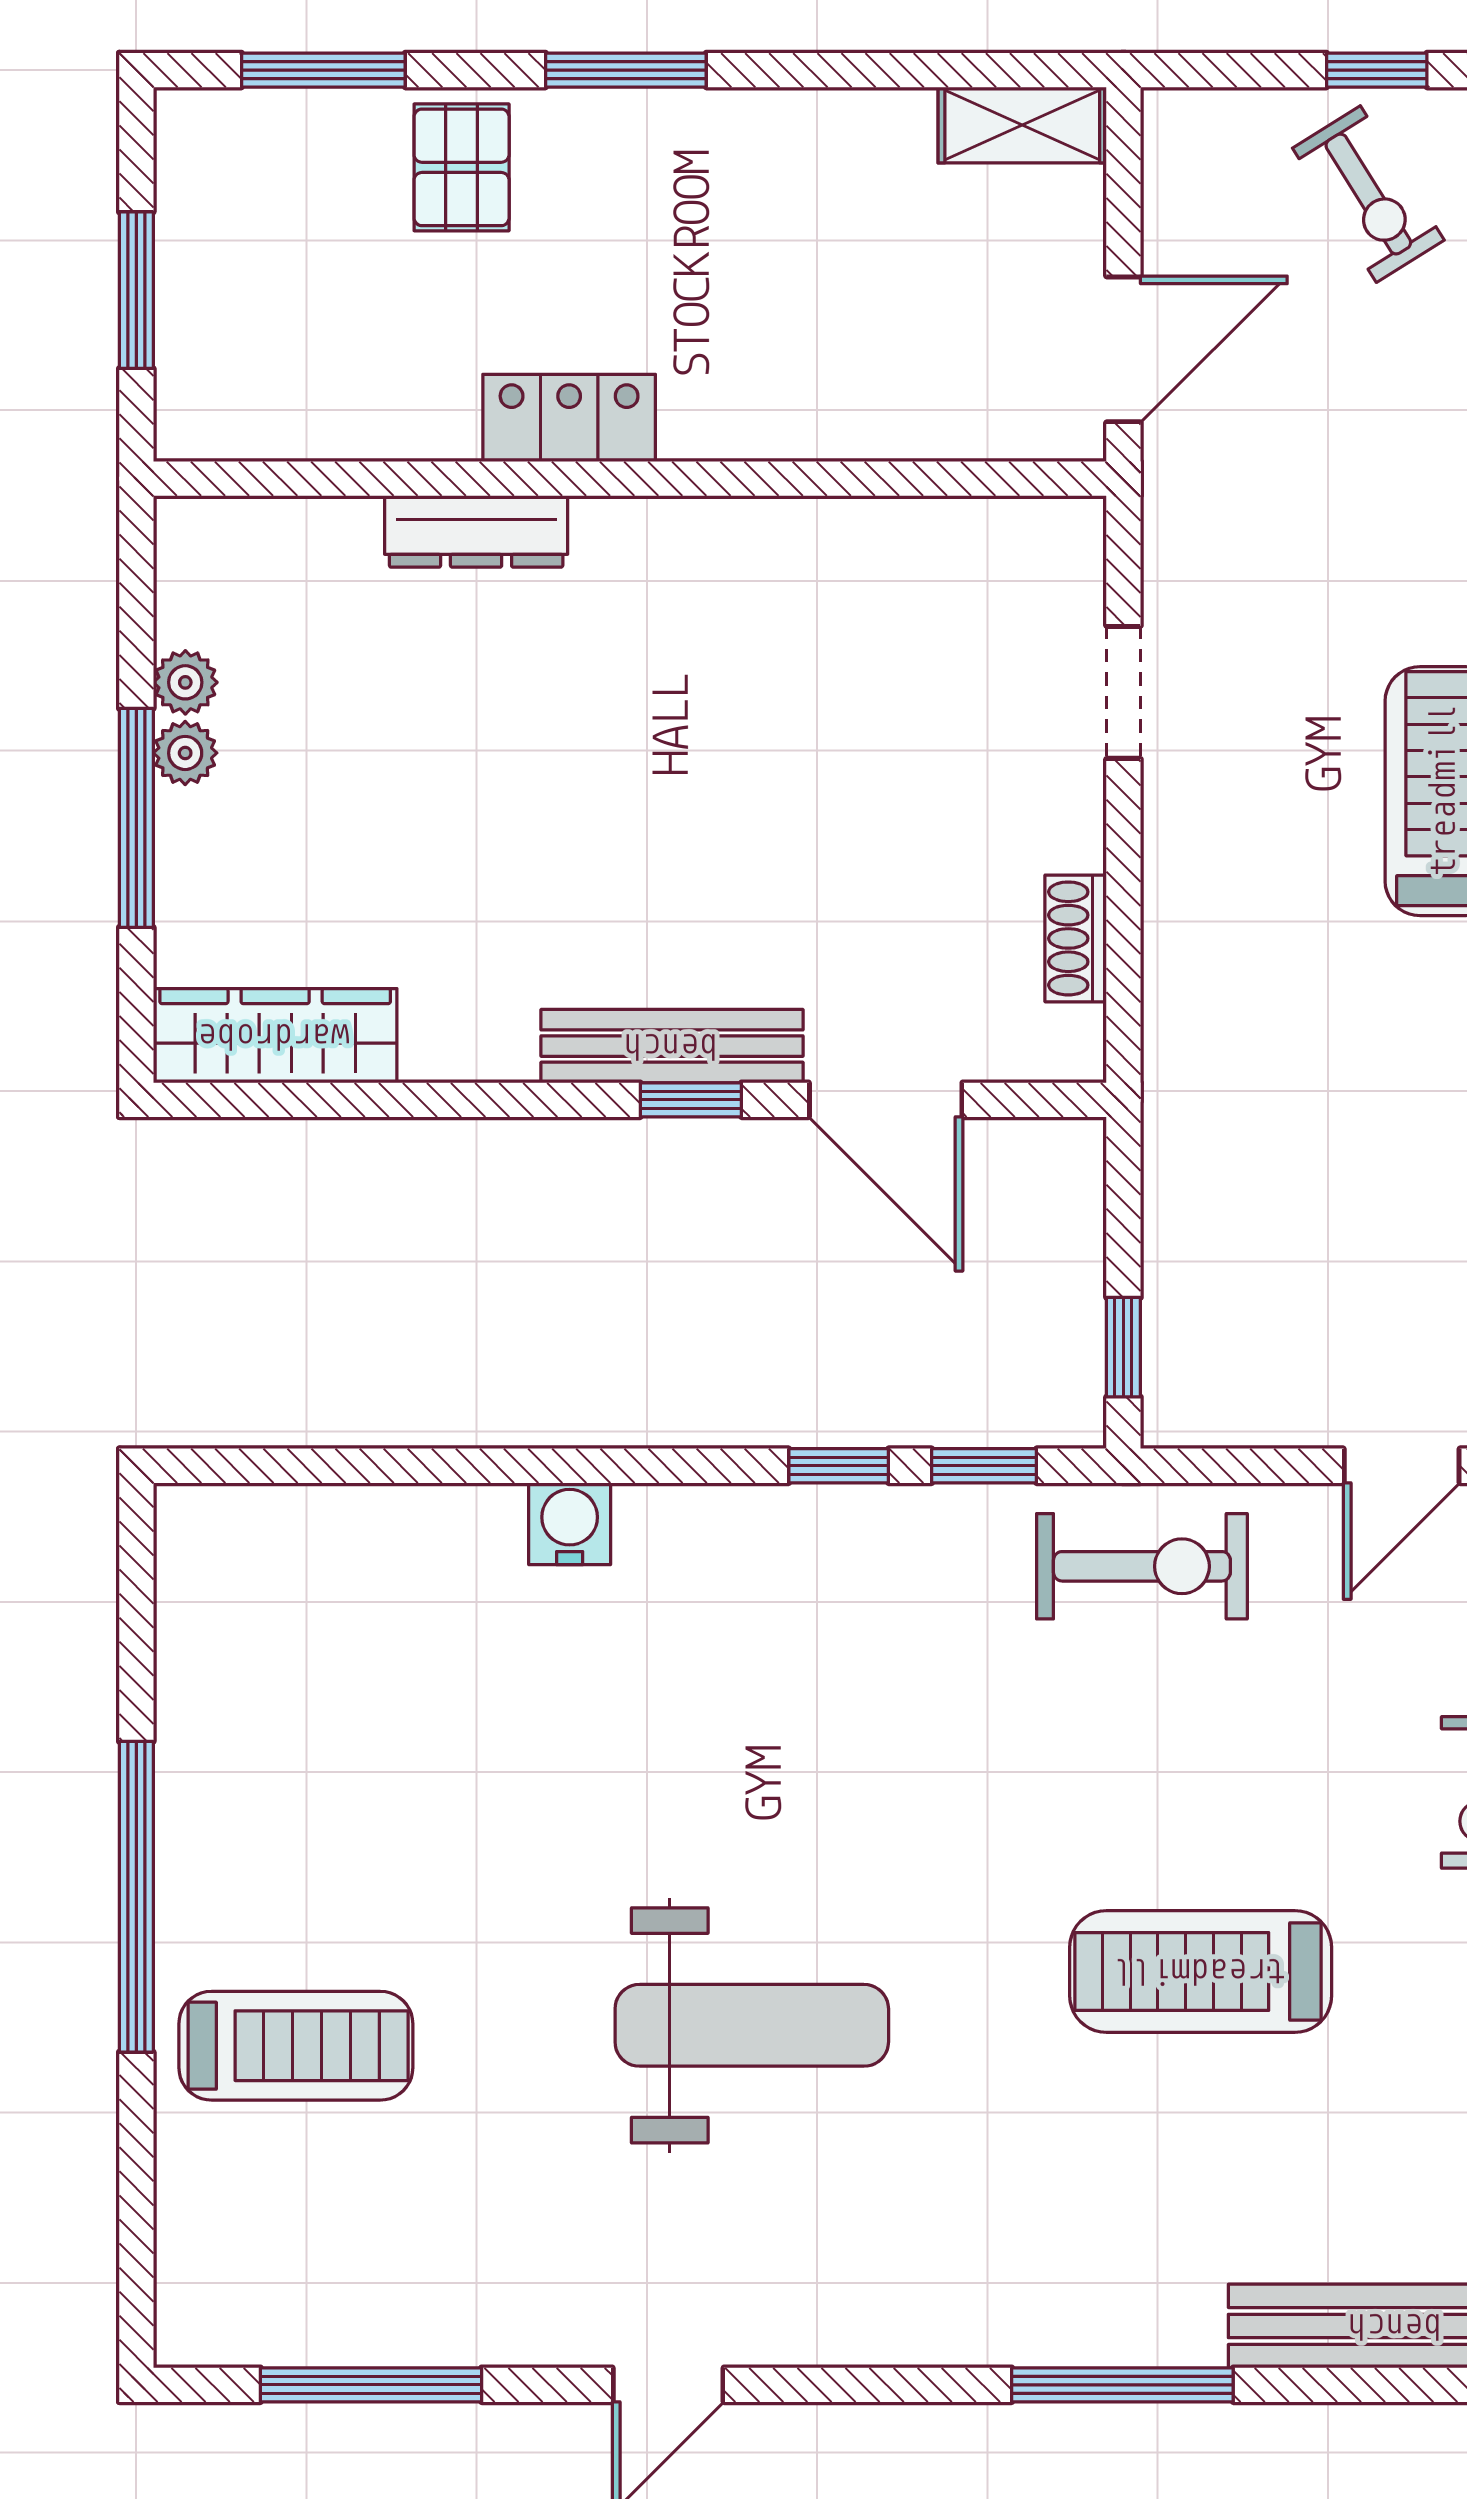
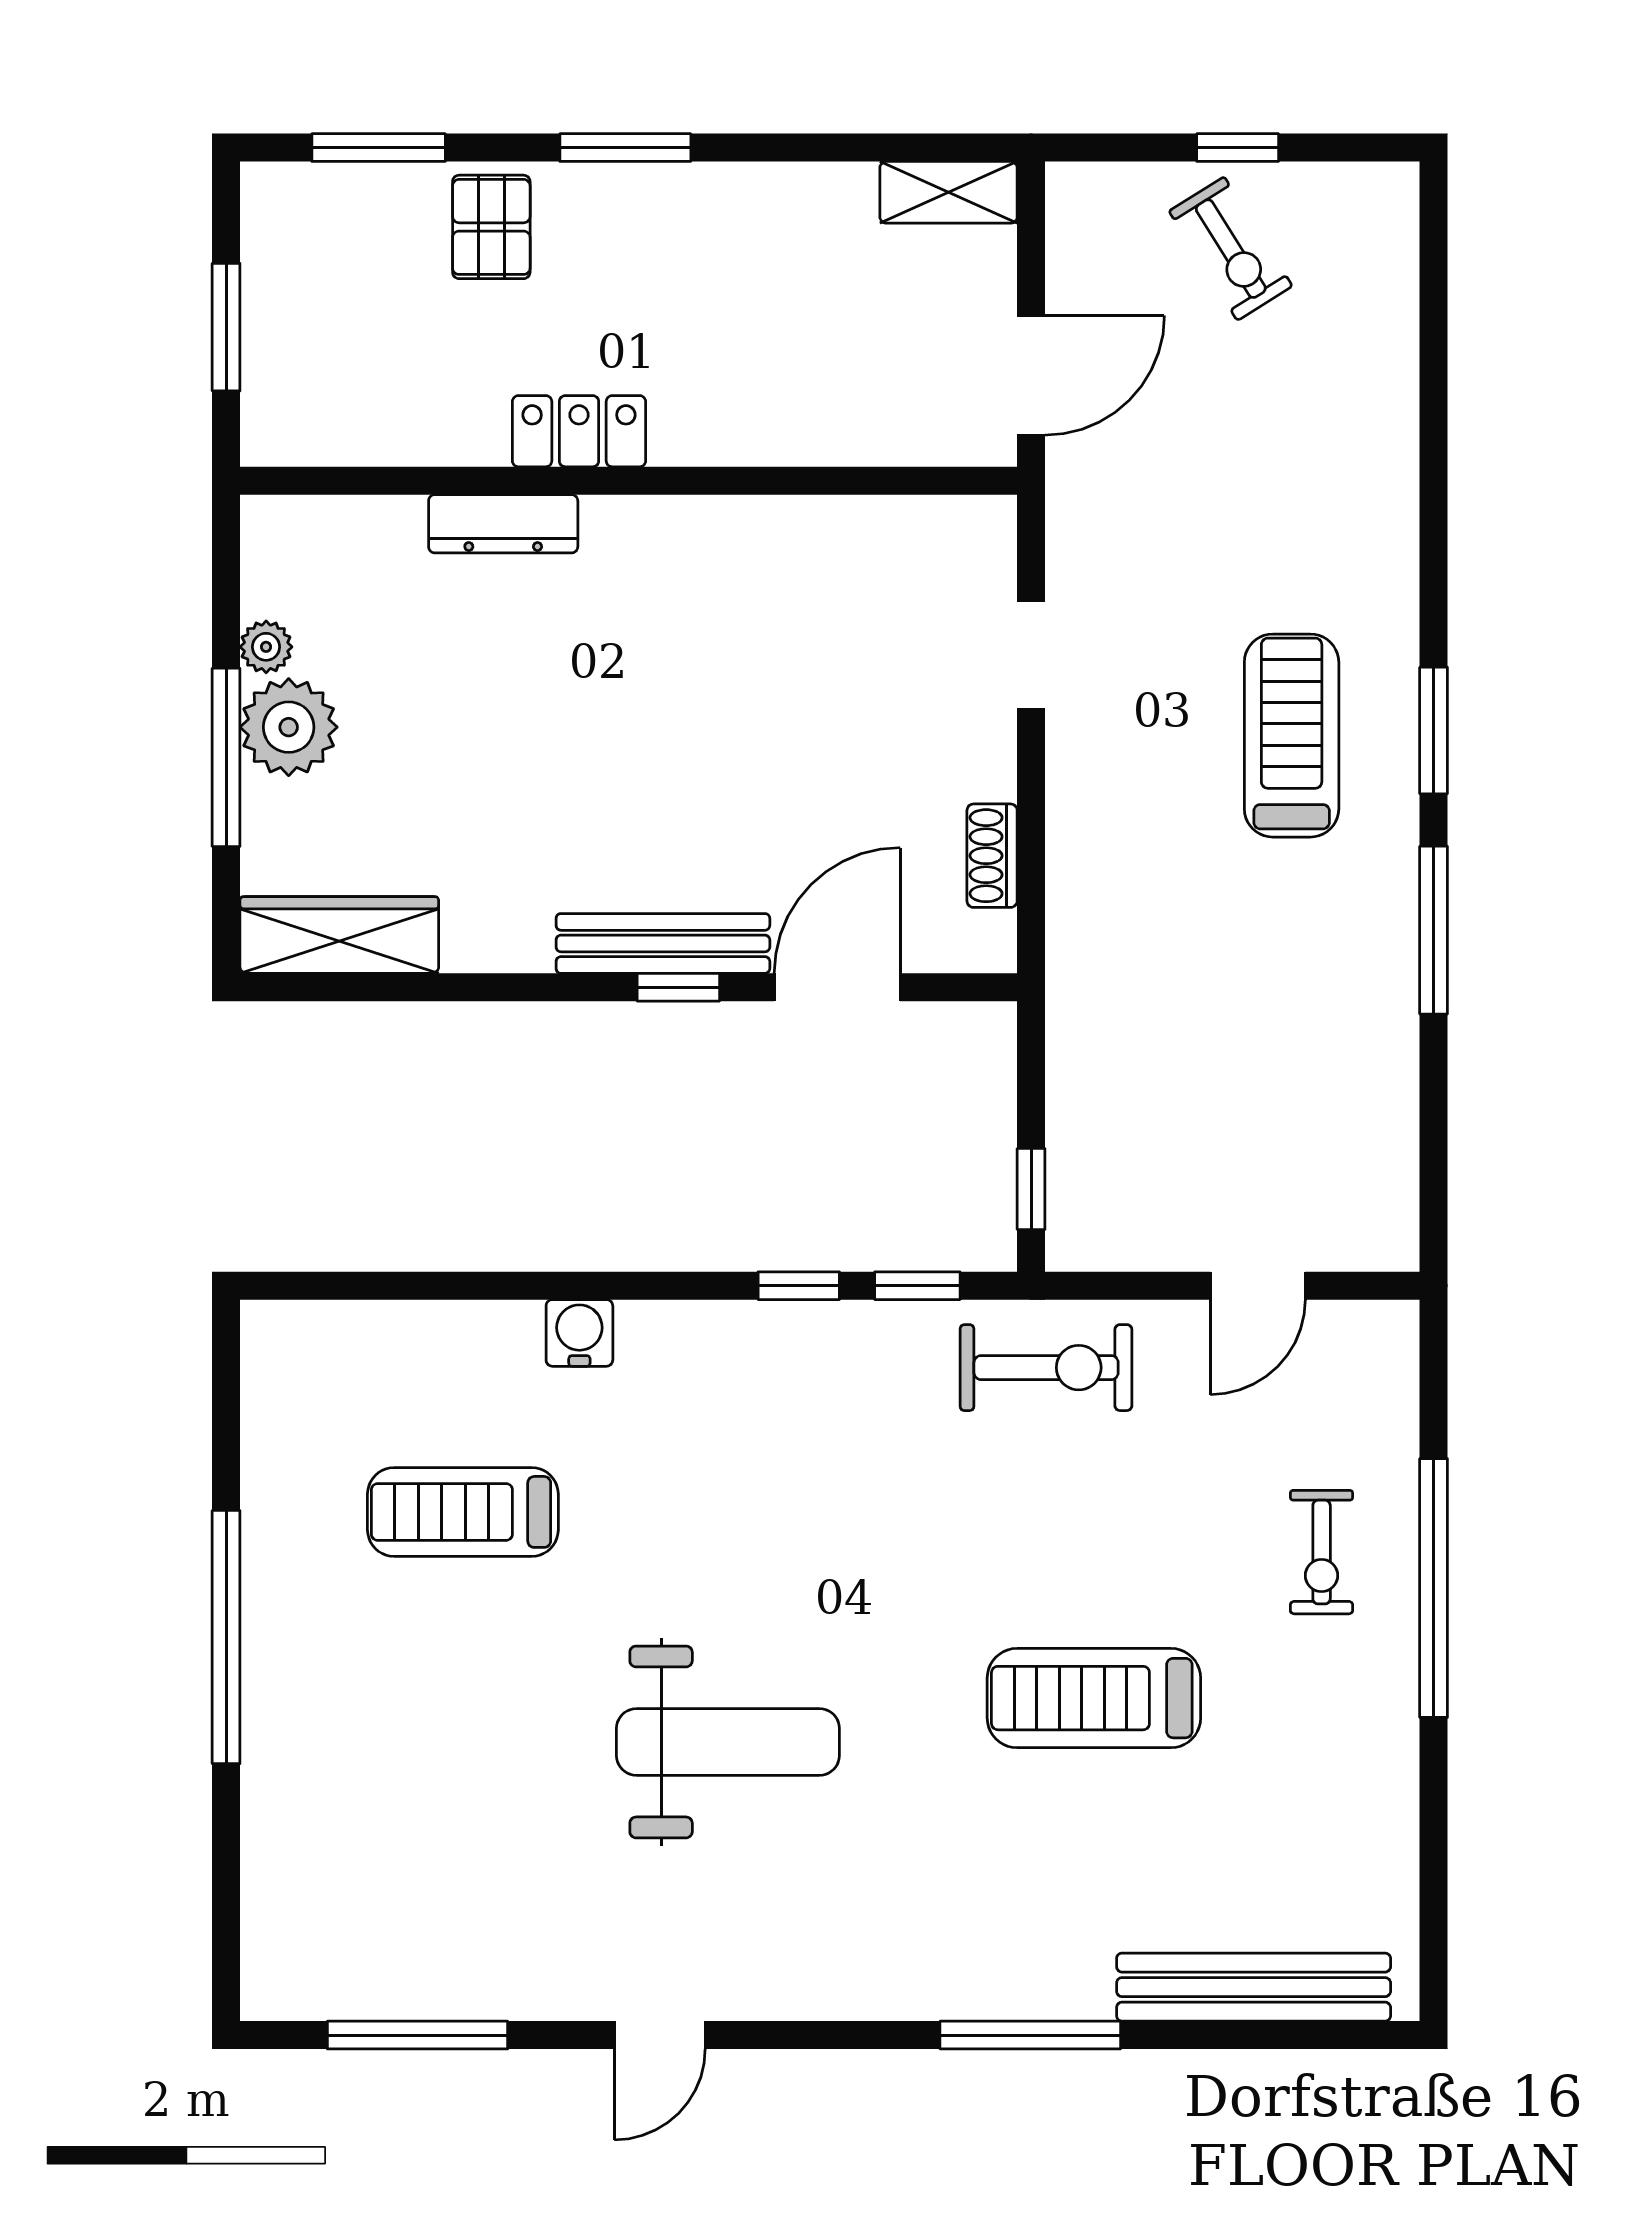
plant: (185, 753) -> (289, 727), width x1.88, depth x1.88
door: (886, 1100) -> (837, 987), swing flipped
treadmill: (296, 2046) -> (463, 1512), moved, turned 180

